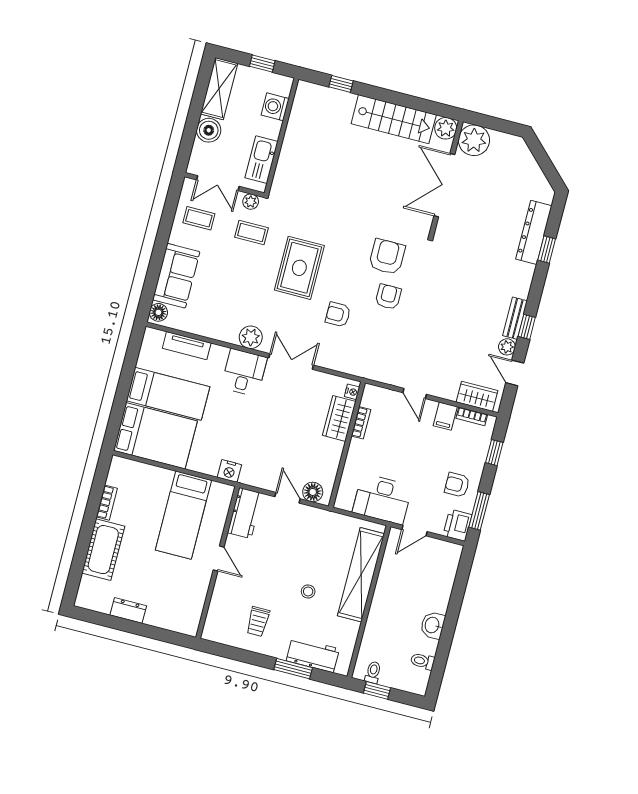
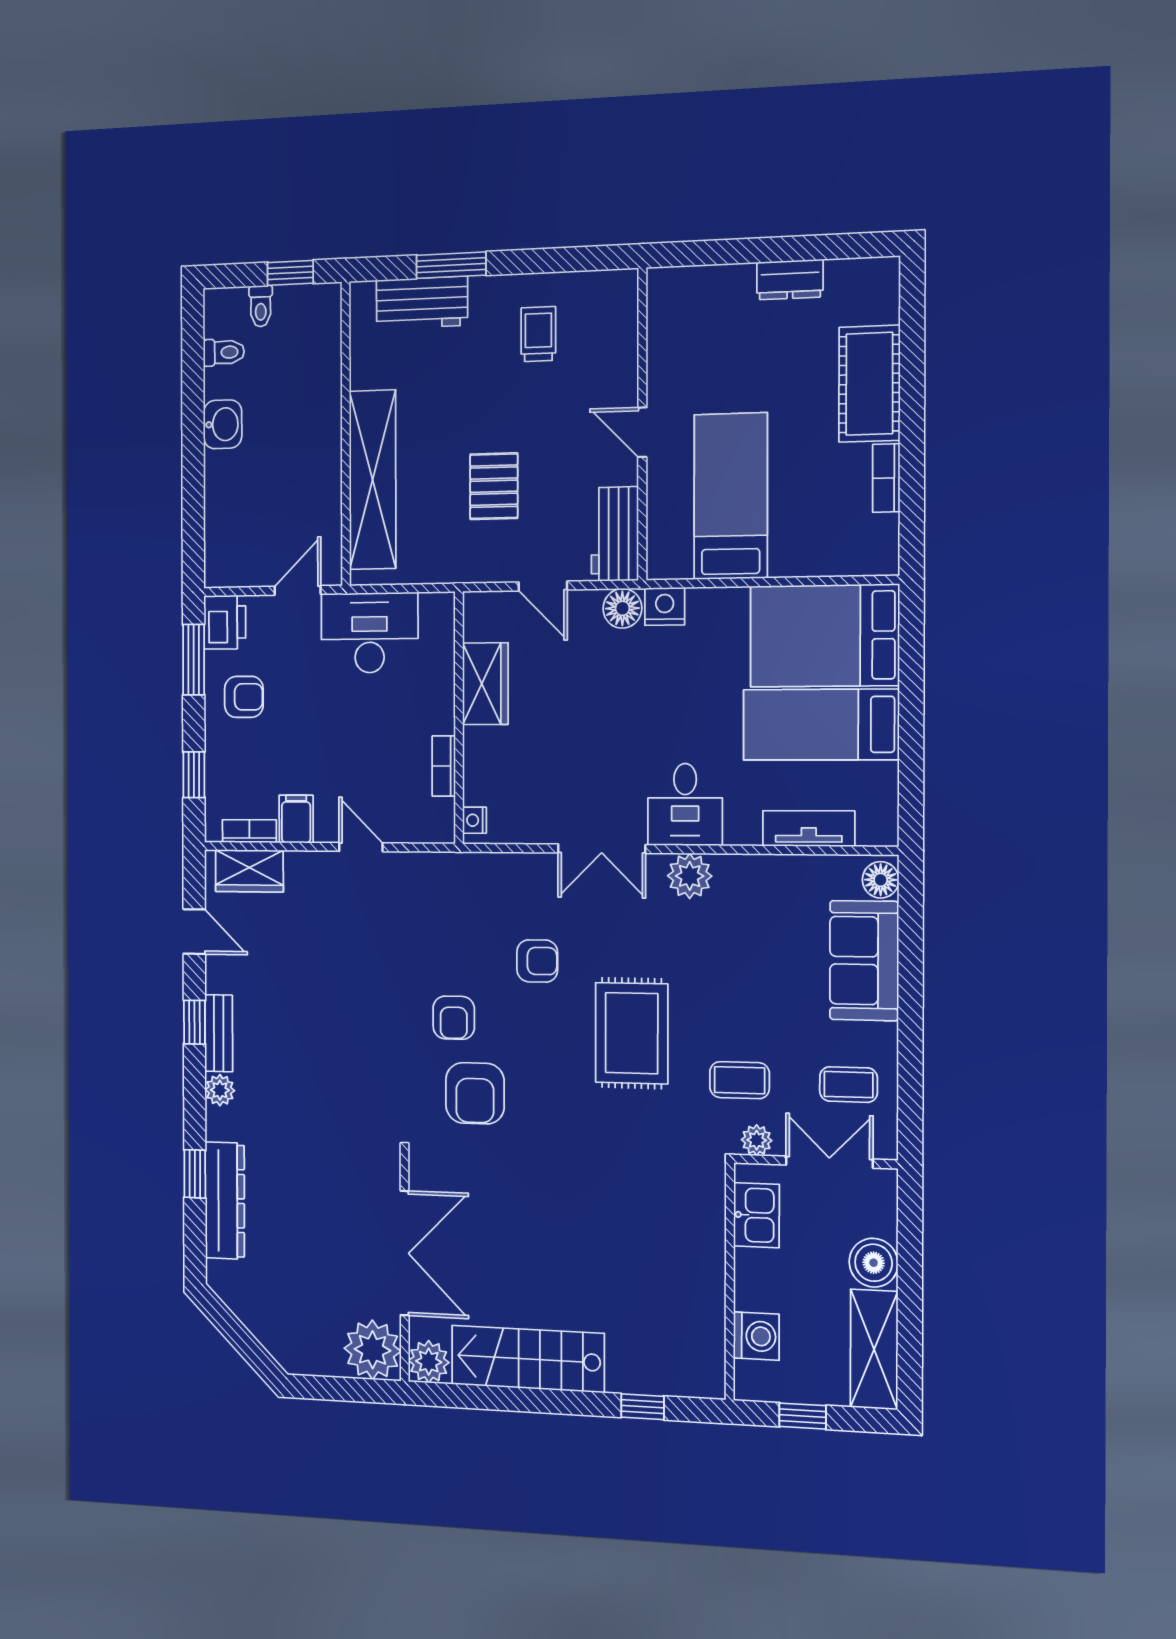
kitchen sink: (262, 160) -> (756, 1215), width x0.73
plant: (507, 347) -> (220, 1090), moved
wardrobe: (339, 418) -> (485, 684), moved
floor lamp: (313, 492) -> (622, 608), moved
pallet: (300, 554) -> (494, 486), added
stool: (308, 592) -> (460, 419), removed
toilet: (373, 672) -> (261, 306), moved

